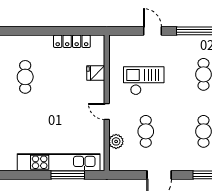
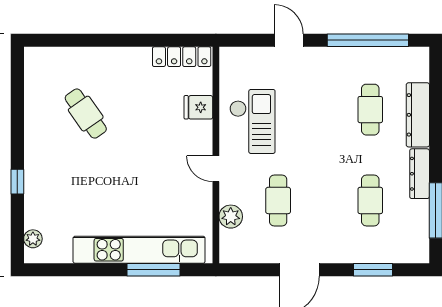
locker: (72, 41) -> (182, 57), moved
cafe table: (25, 77) -> (86, 114), turned -35
checkout: (144, 81) -> (252, 121), moved, turned 90

